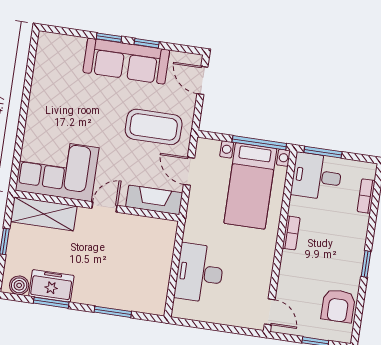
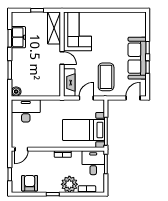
plant: (352, 229) -> (69, 184), added
desk: (200, 273) -> (26, 111), moved
boiler: (19, 285) -> (16, 92), moved
armchair: (338, 306) -> (30, 183), turned 90

